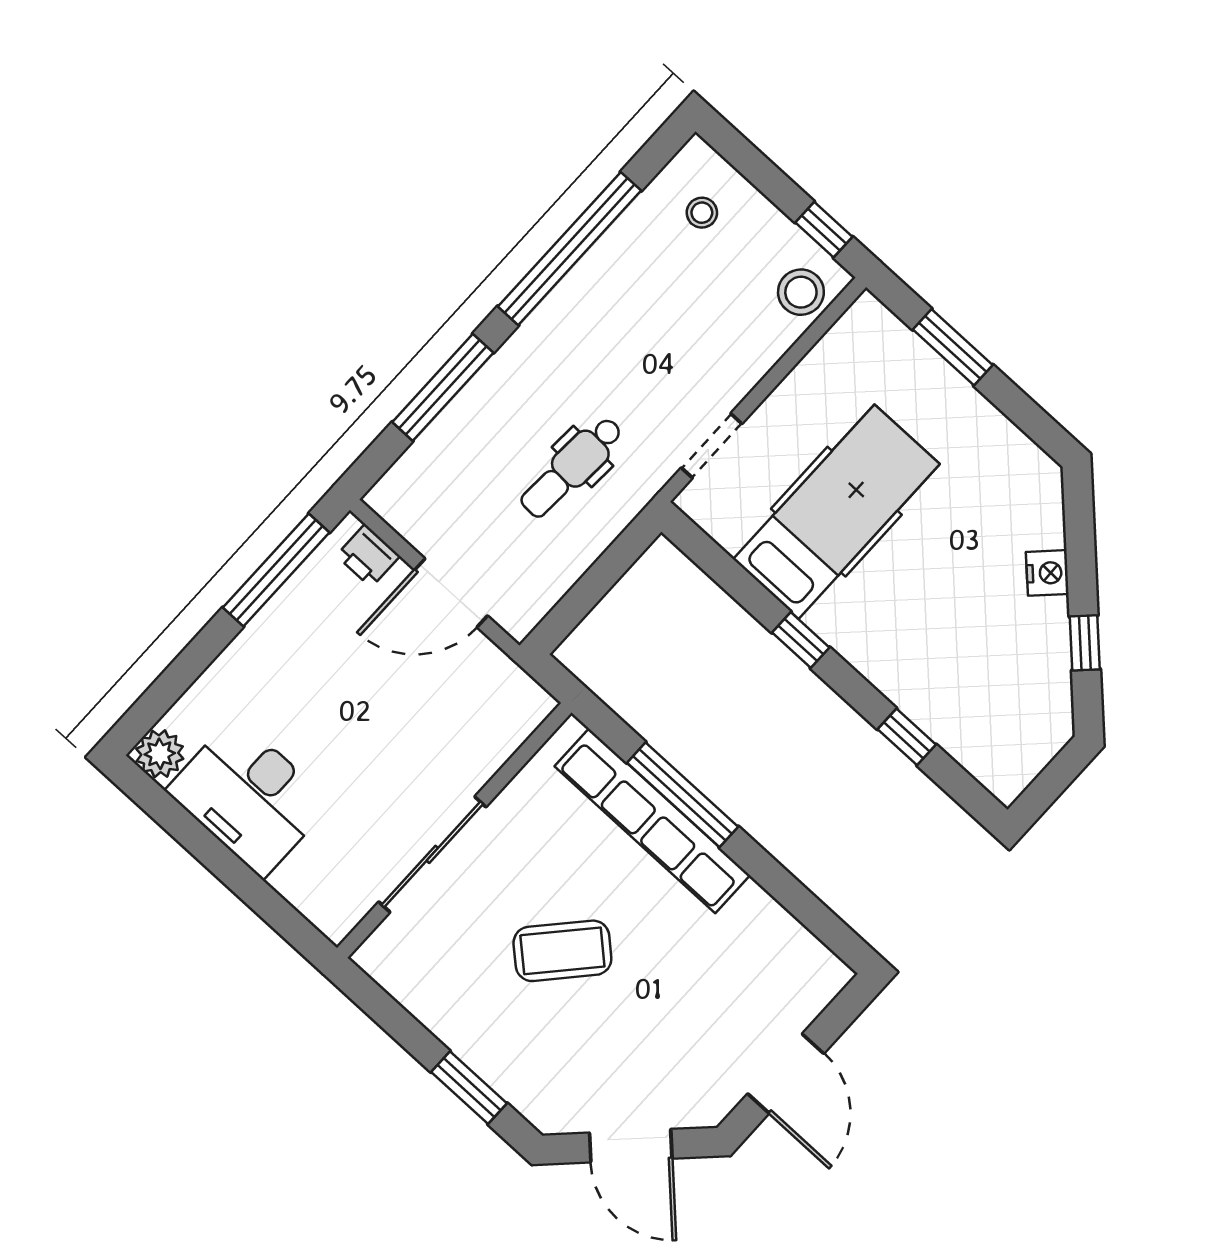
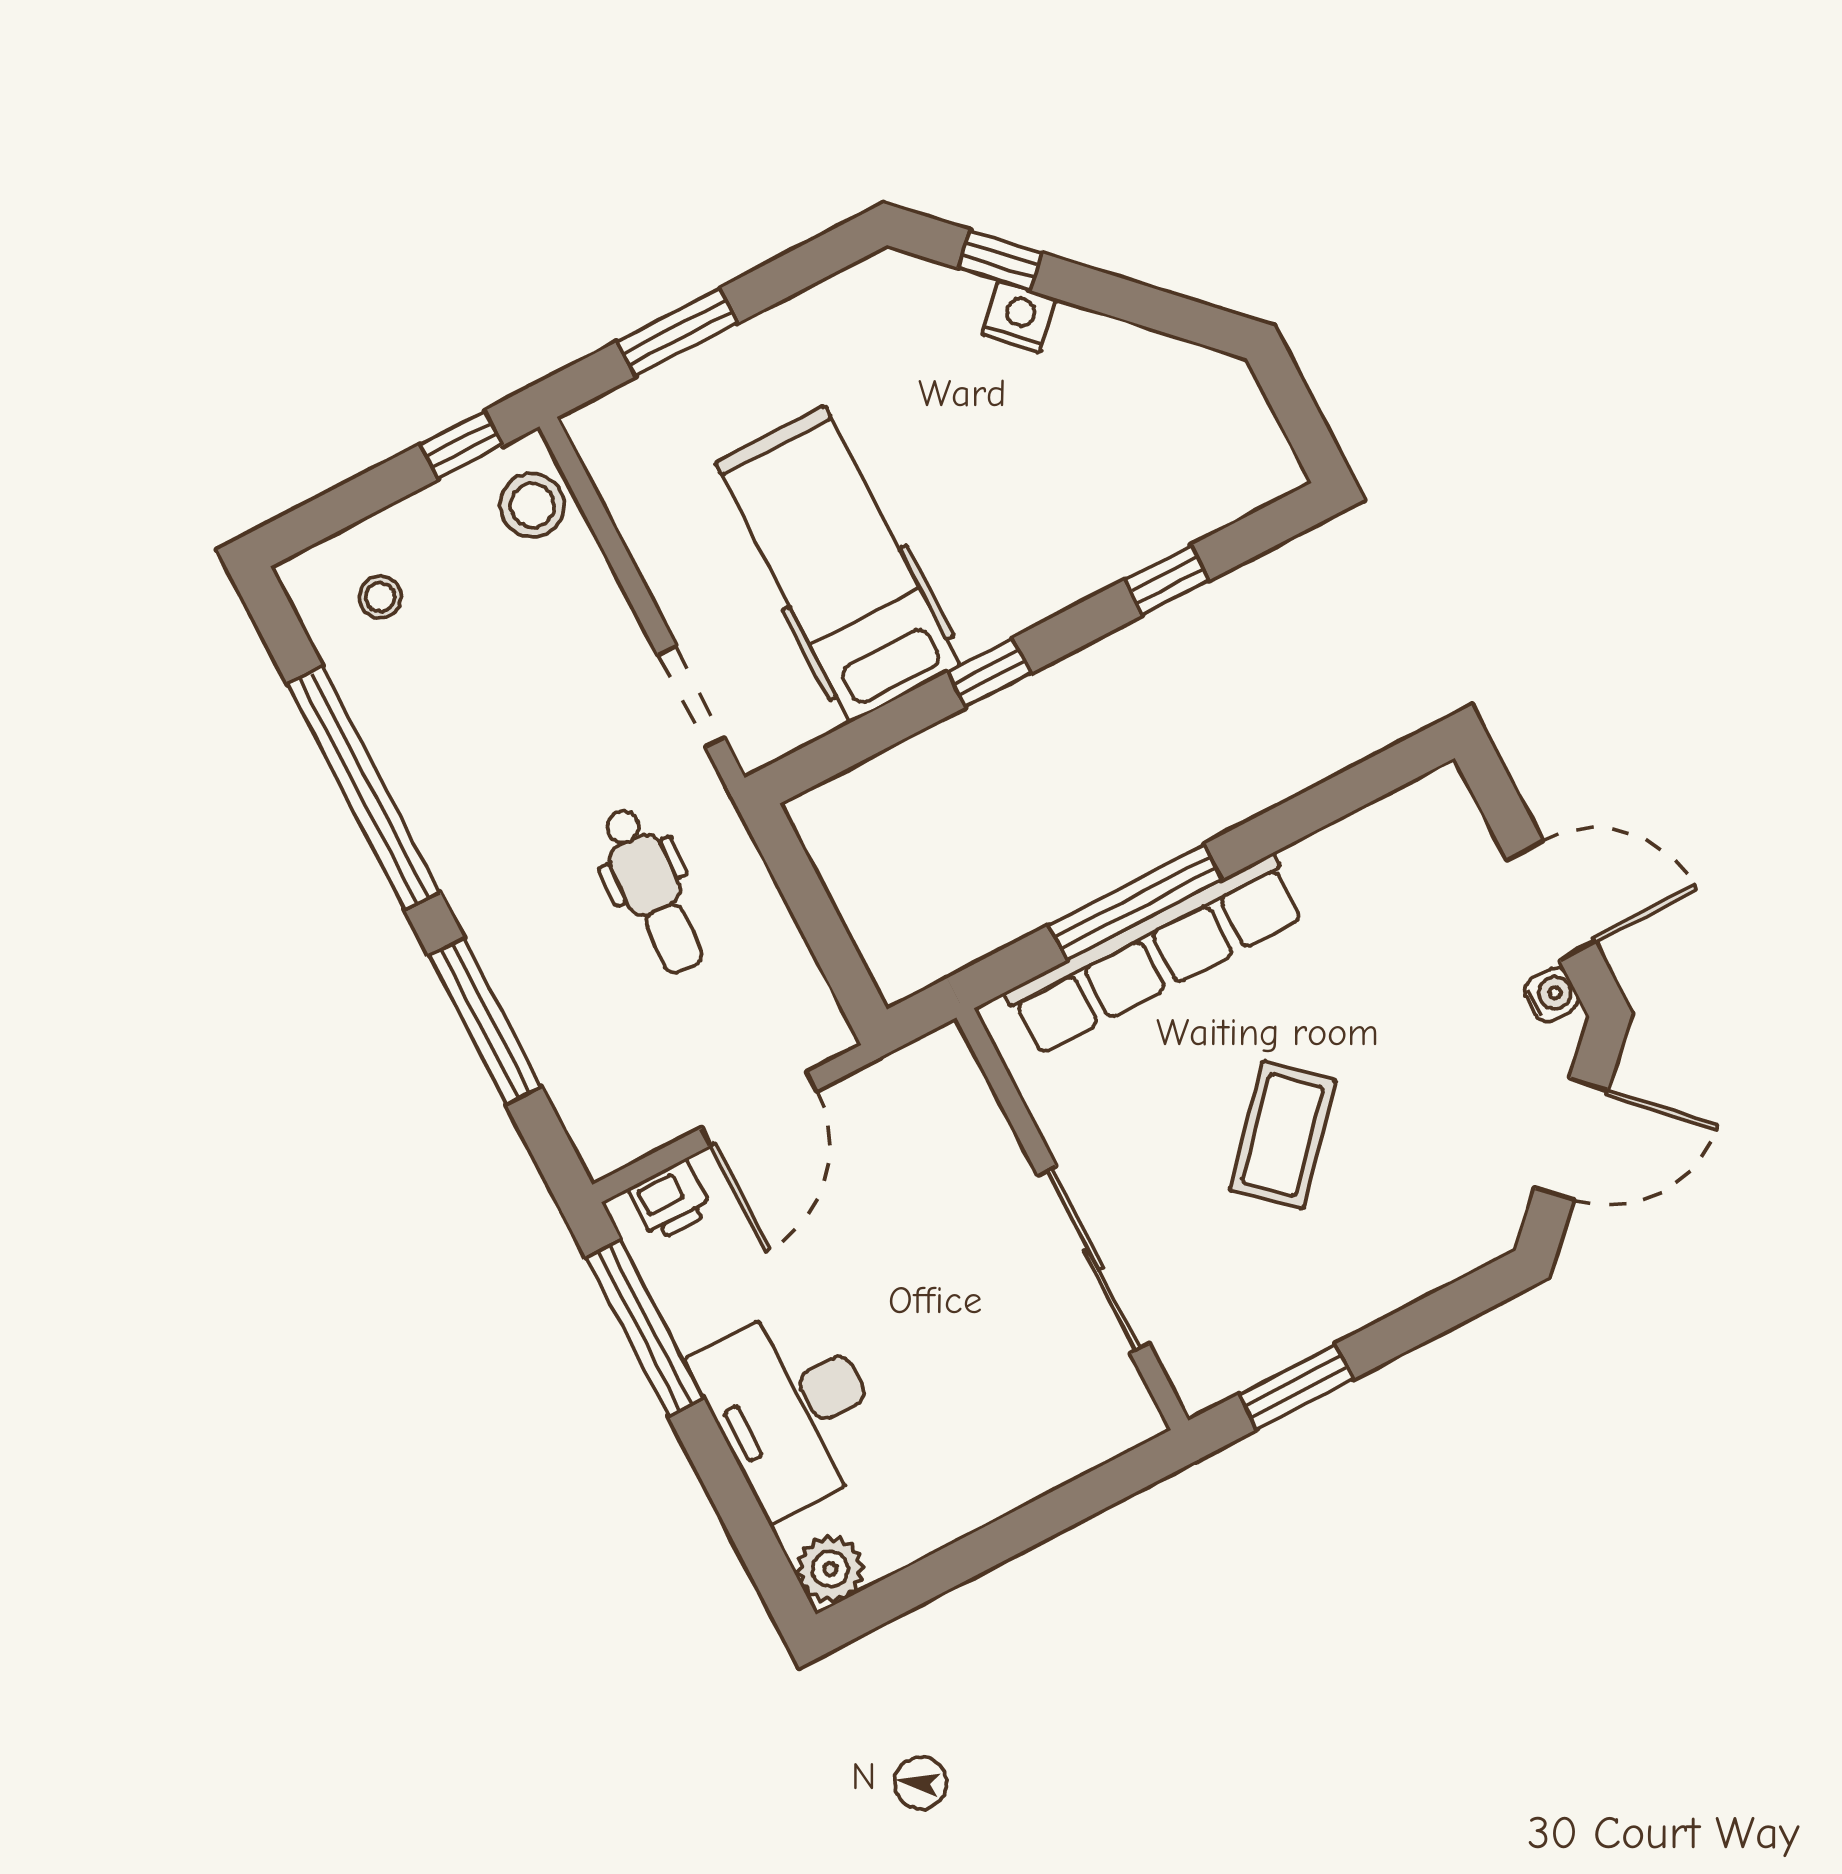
window: (1085, 643) -> (1000, 260), moved
desk: (249, 797) -> (792, 1409), moved, turned 90
window: (469, 1088) -> (1296, 1387), moved
water cooler: (723, 1097) -> (1552, 995), added

